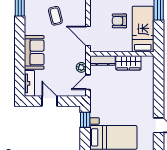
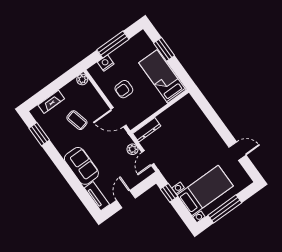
armchair: (119, 21) -> (124, 89), moved
wardrobe: (128, 63) -> (171, 115), removed
door: (50, 101) -> (126, 199), hinge flipped

